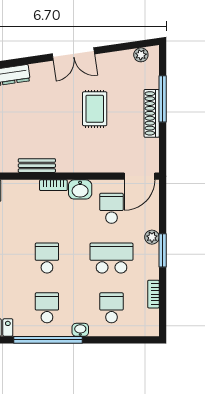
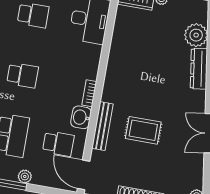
rug: (95, 109) -> (143, 130), moved
bench: (37, 166) -> (102, 126), moved, width x1.36

